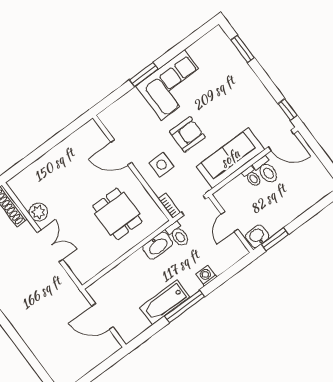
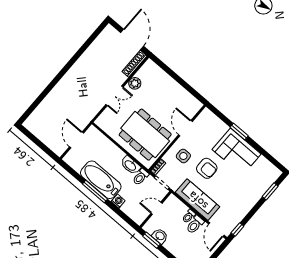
dining table: (117, 214) -> (145, 135), width x1.88, depth x1.24
washbasin: (257, 236) -> (160, 236), moved
bathtub: (165, 302) -> (101, 180), width x1.36, depth x1.36

